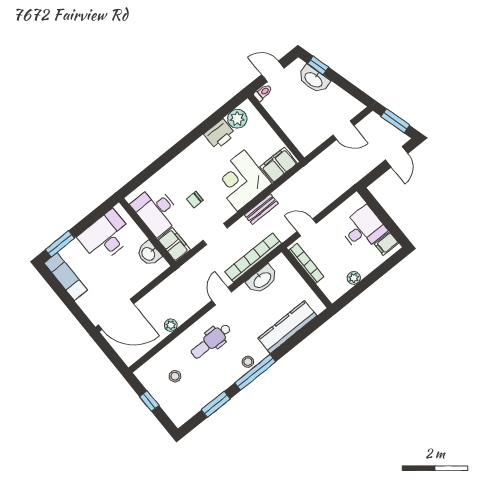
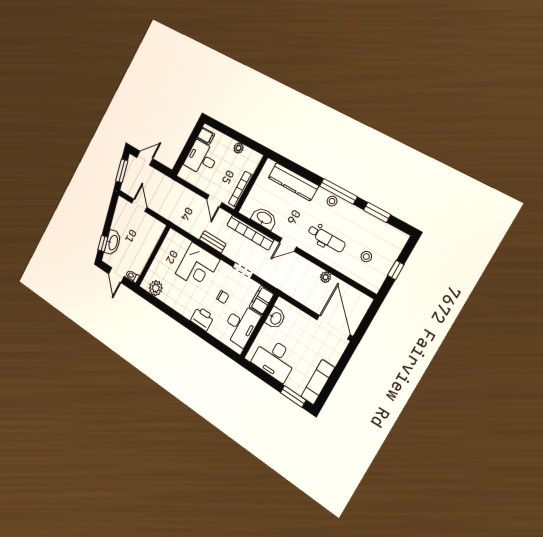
printer: (220, 134) -> (202, 319), moved
filing cabinet: (279, 165) -> (177, 242), removed

